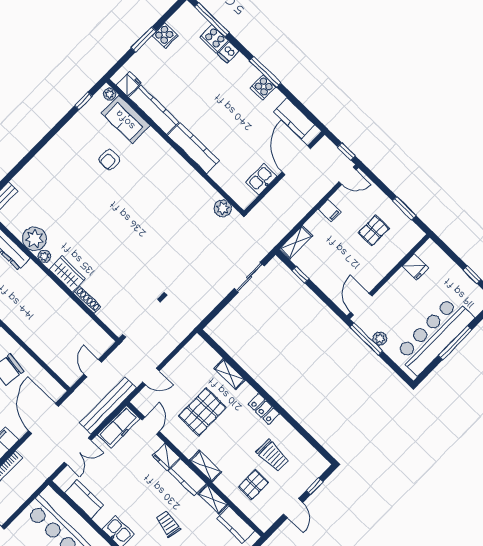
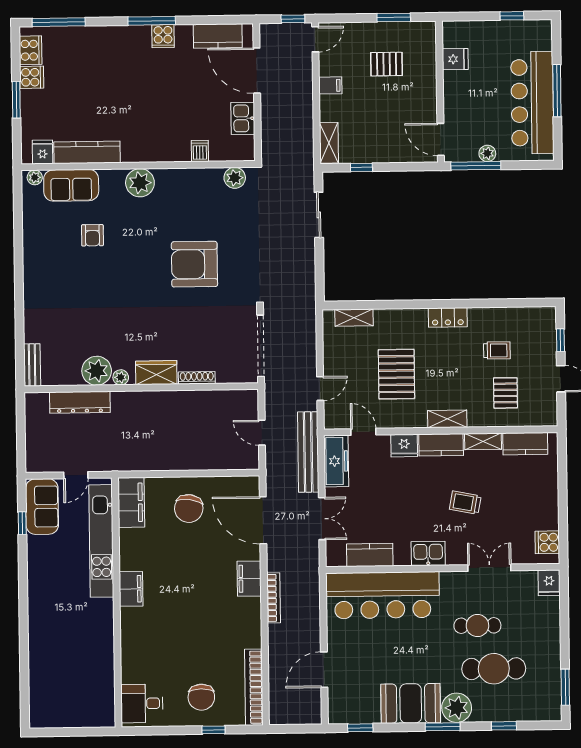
cooker: (214, 39) -> (31, 50), moved, turned -90
dishwasher: (228, 52) -> (200, 151), moved, turned 180
window: (83, 101) -> (18, 207), removed
kitchen counter: (193, 148) -> (156, 151), removed
plant: (166, 157) -> (140, 183), added
pallet: (374, 231) -> (387, 64), turned 90
armchair: (151, 234) -> (194, 264), added
shelving: (230, 374) -> (354, 318), moved
trolley: (273, 456) -> (497, 350), width x0.73, depth x0.72

